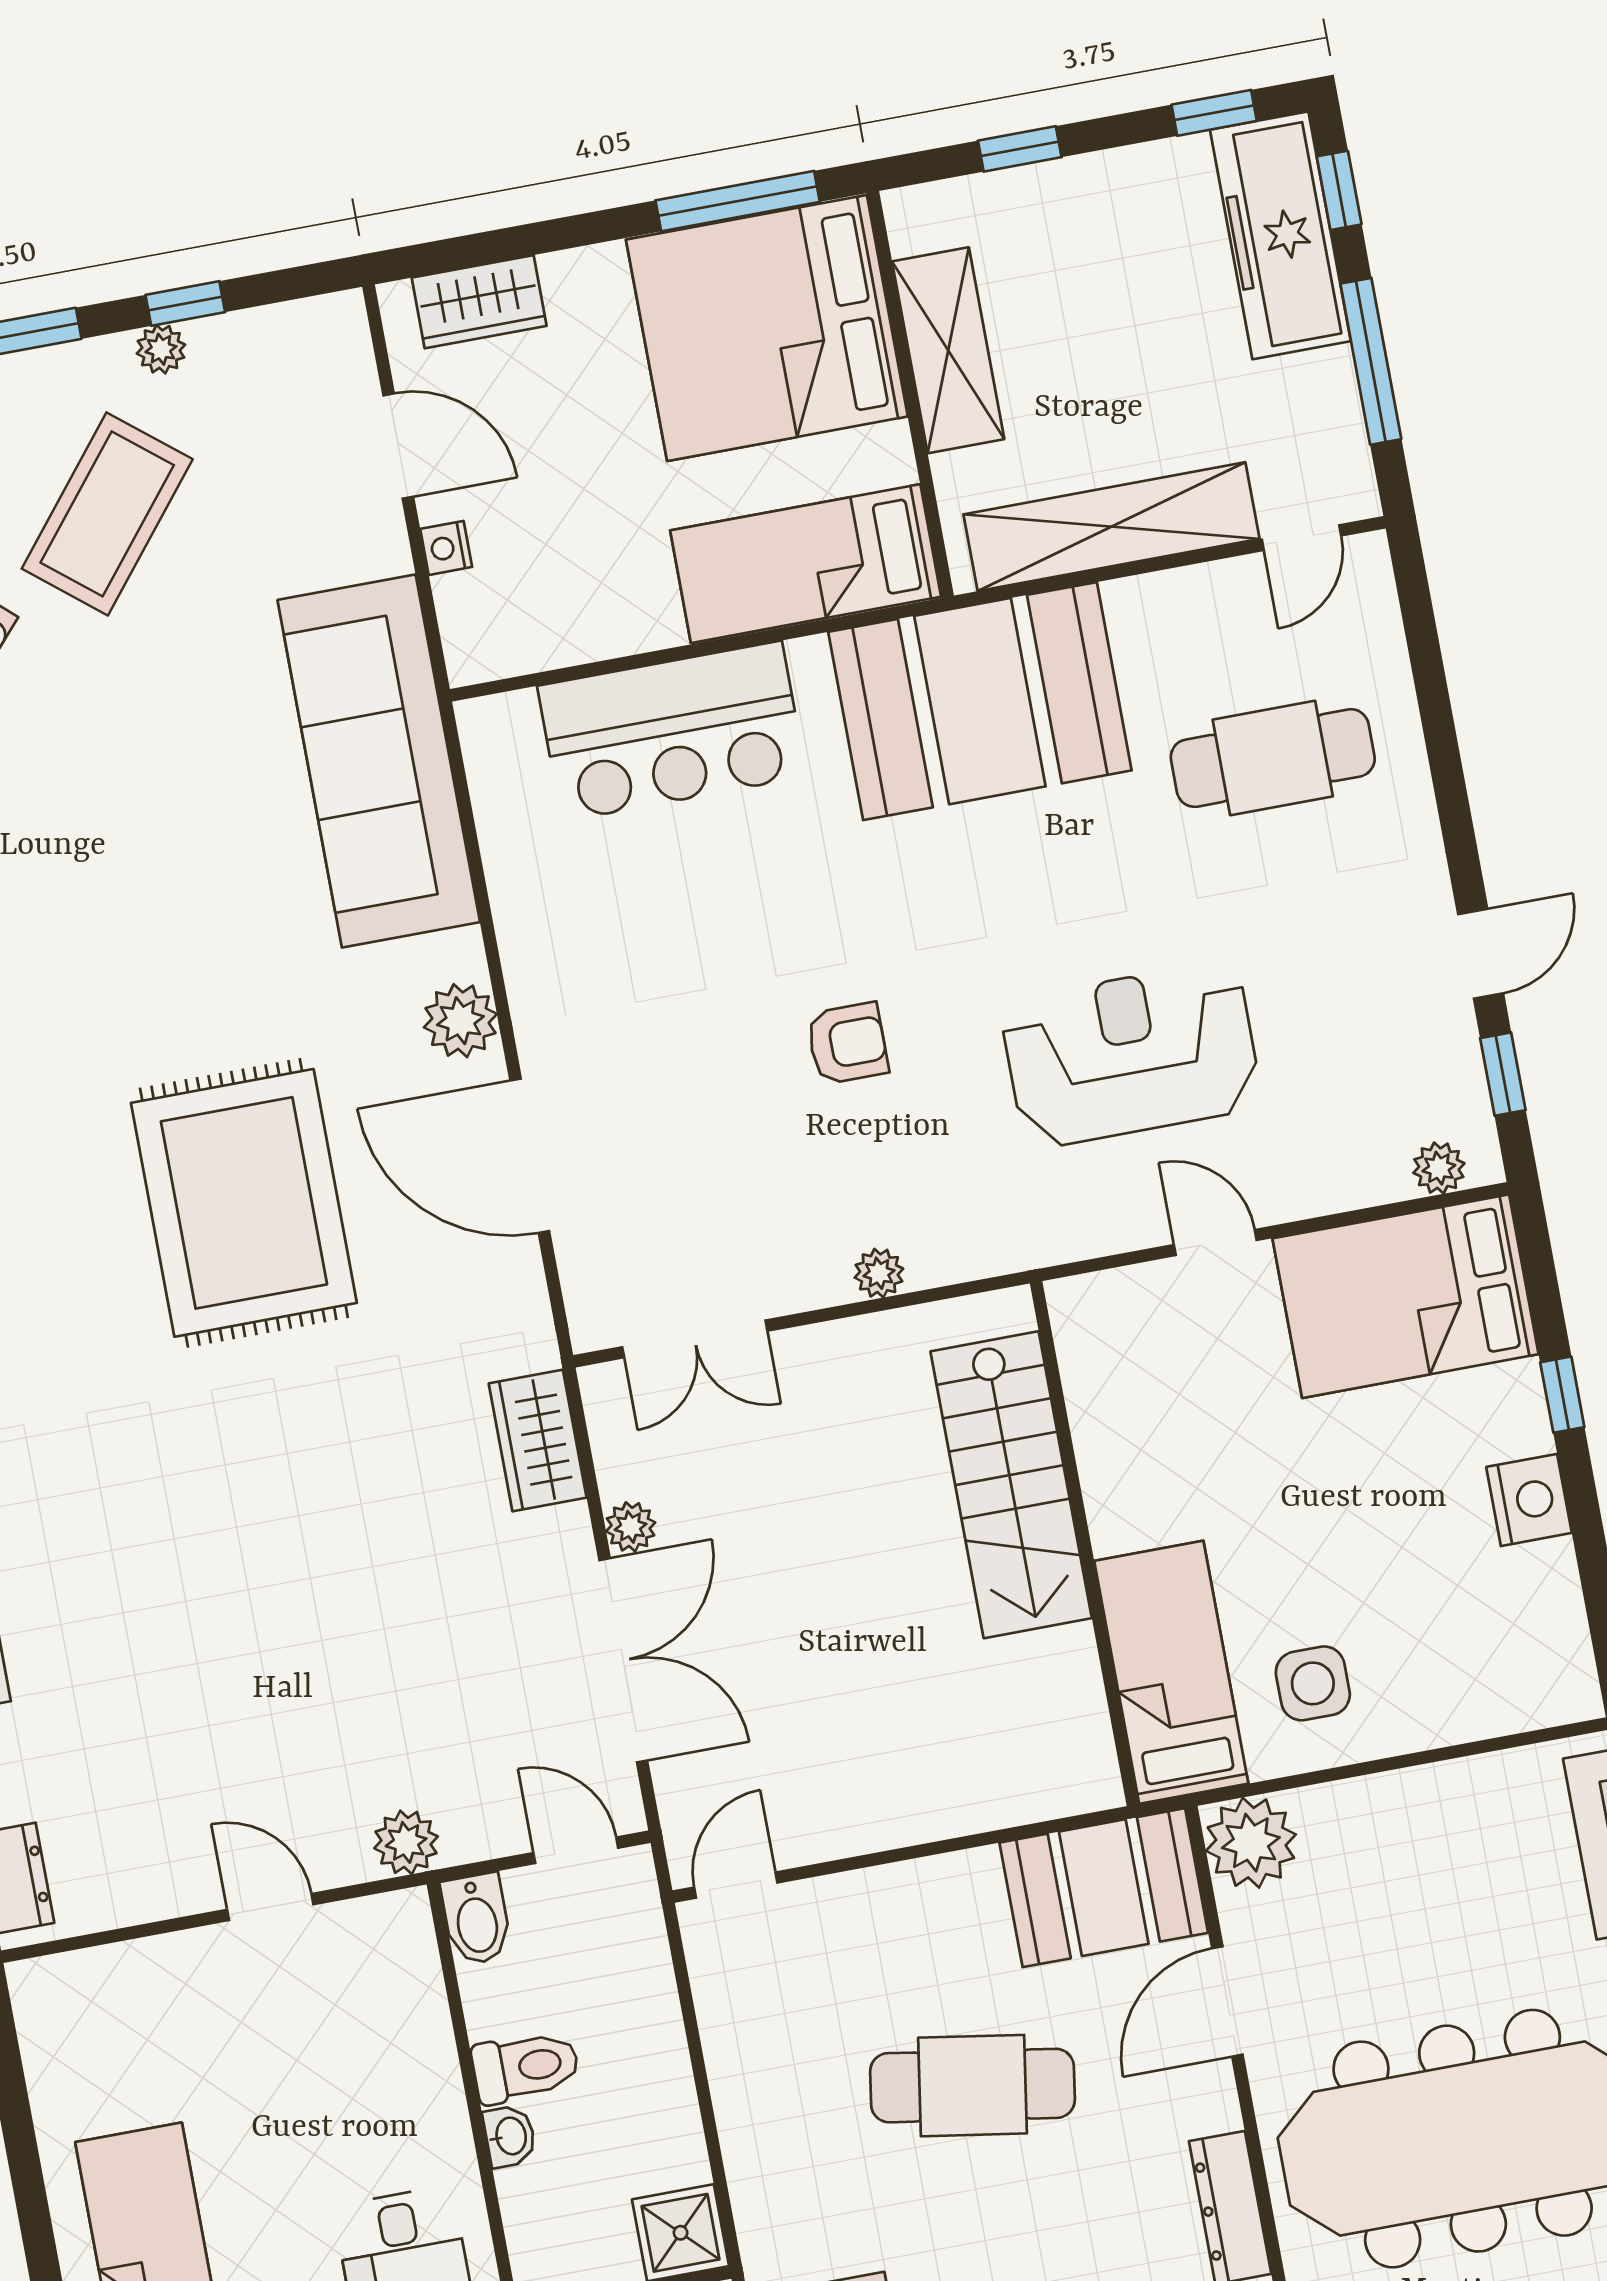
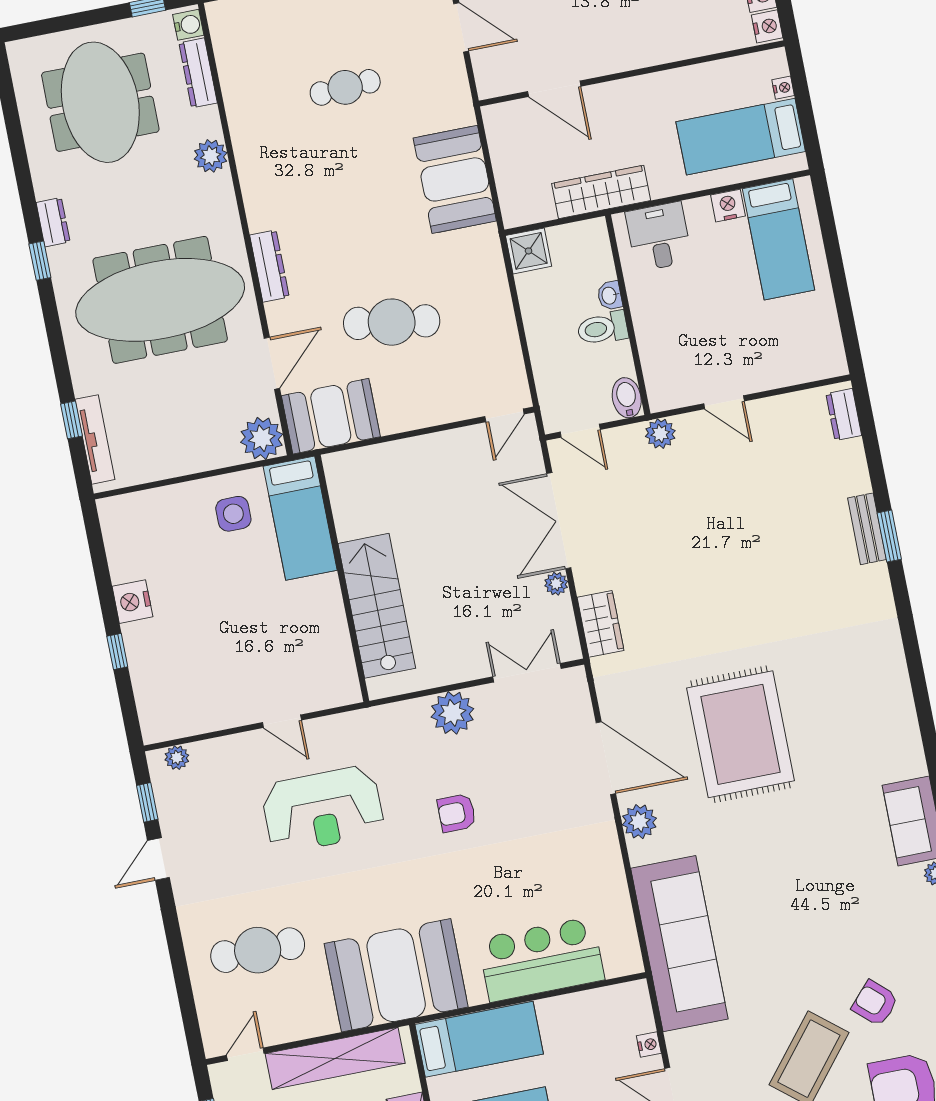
plant: (879, 1273) -> (452, 713), width x1.88, depth x1.88
bed: (1406, 1296) -> (192, 697), removed

